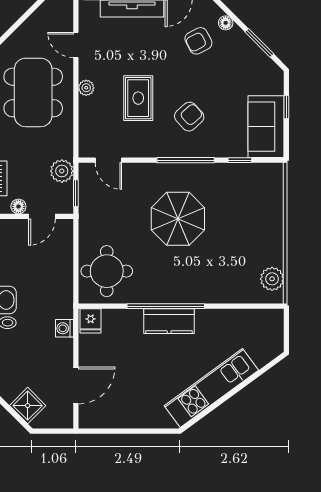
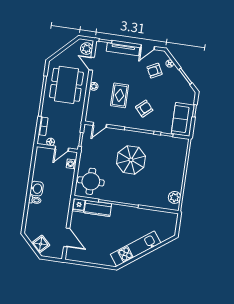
door: (108, 160) -> (100, 125), hinge flipped
plant: (62, 171) -> (87, 49), moved
kitchen counter: (169, 321) -> (98, 208), moved
washing machine: (64, 328) -> (71, 164), moved
door: (76, 385) -> (67, 237), hinge flipped

